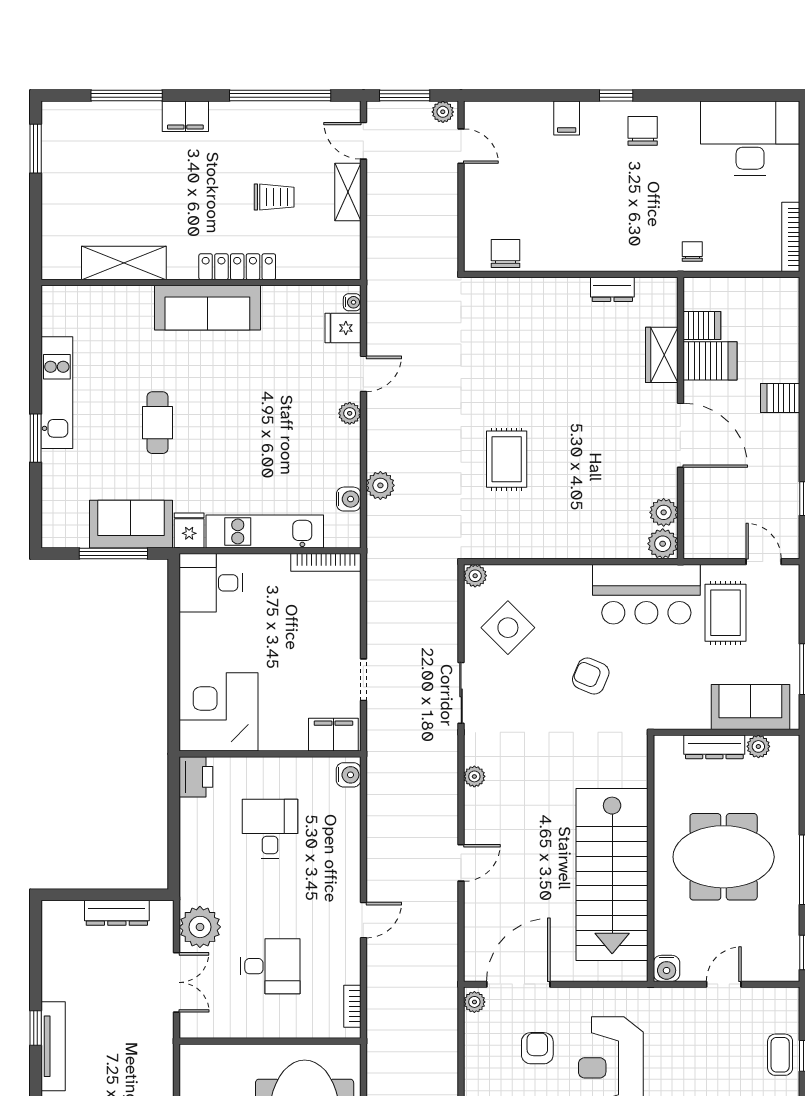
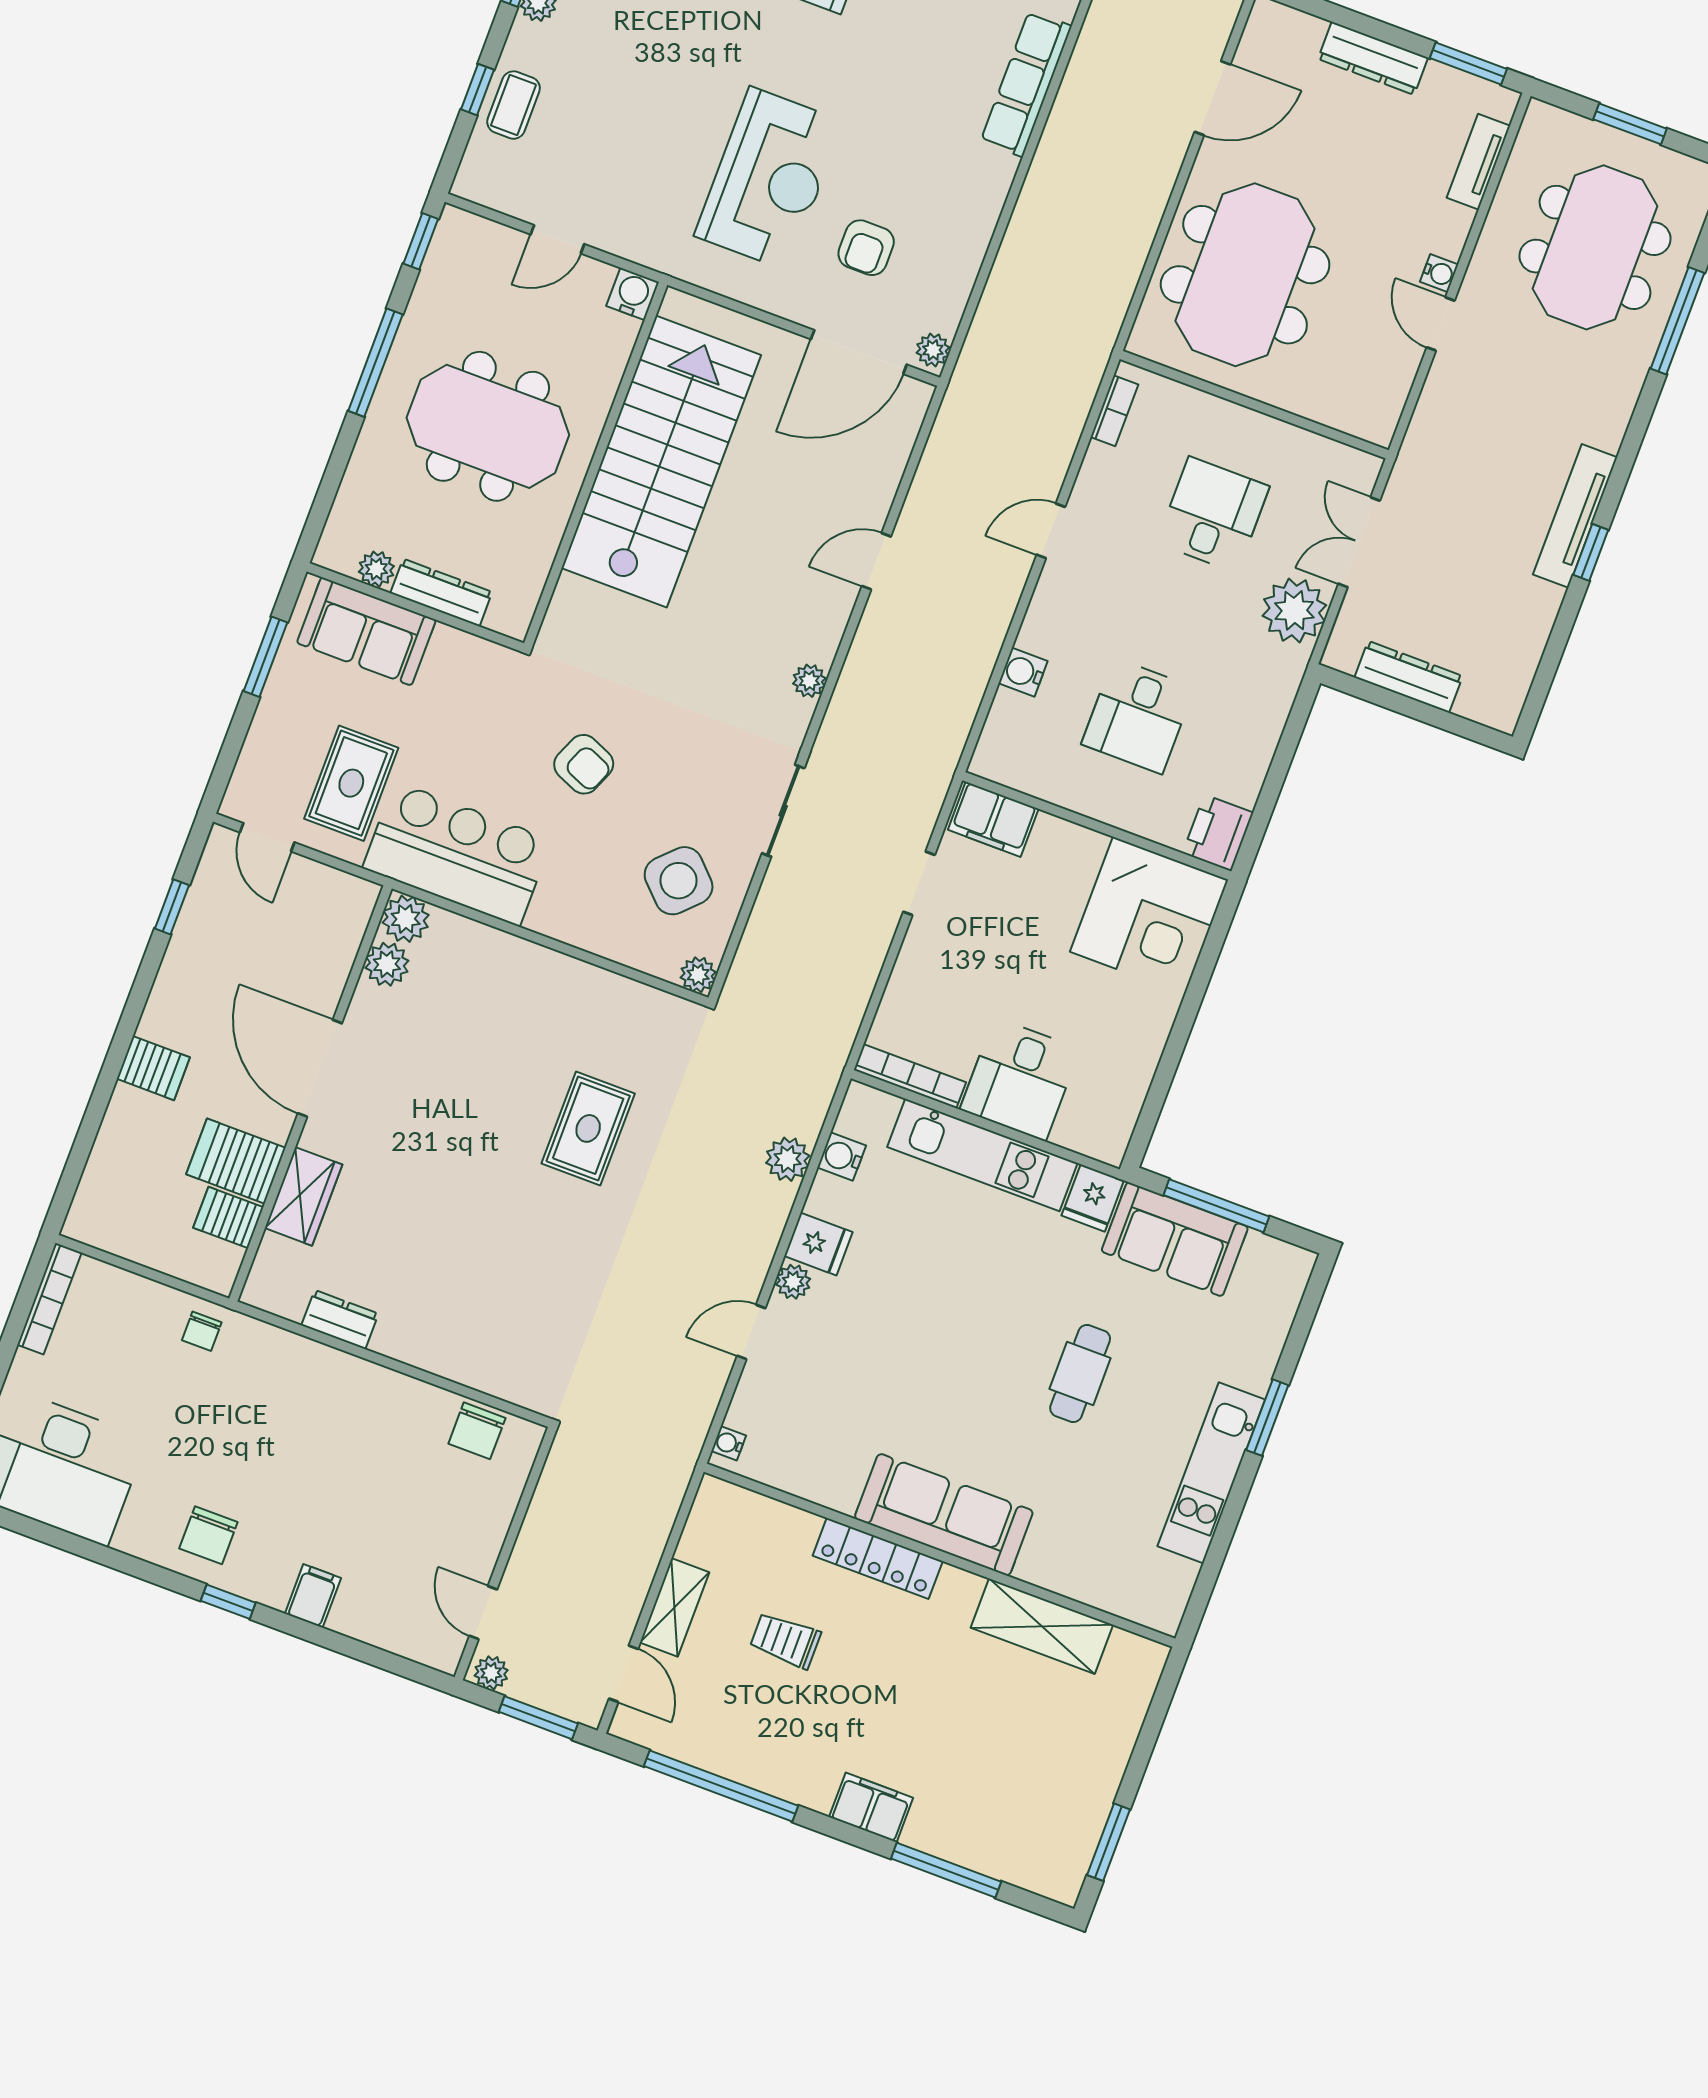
fridge: (343, 328) -> (818, 1244), moved
desk: (211, 583) -> (1020, 1079), moved, turned 90
water cooler: (349, 775) -> (1023, 672), moved
desk: (270, 966) -> (1213, 515), turned 90

